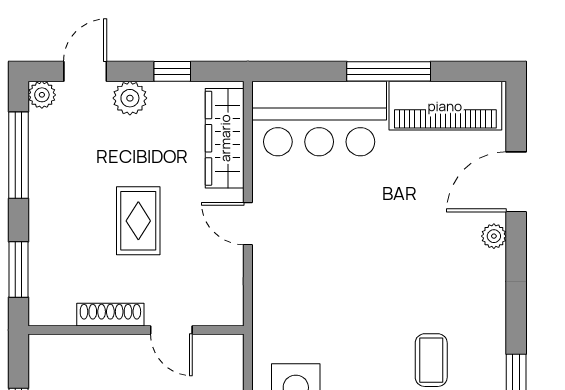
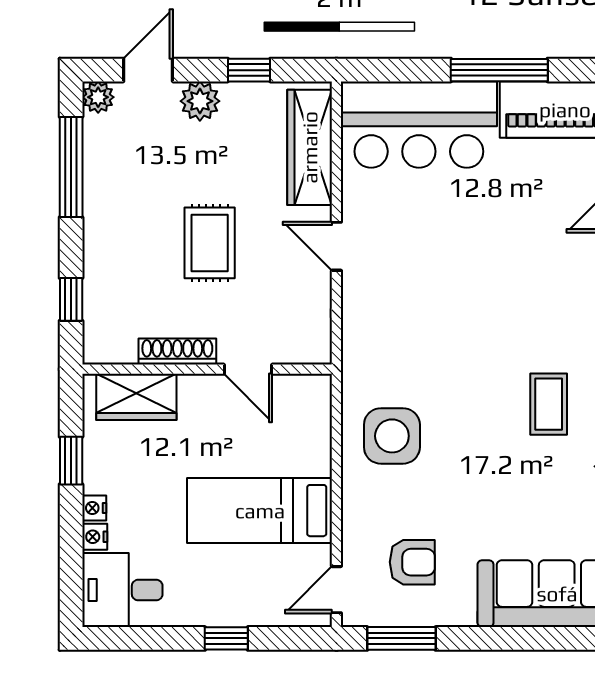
window: (19, 270) -> (71, 299), width x0.67
wardrobe: (75, 354) -> (136, 397), added

